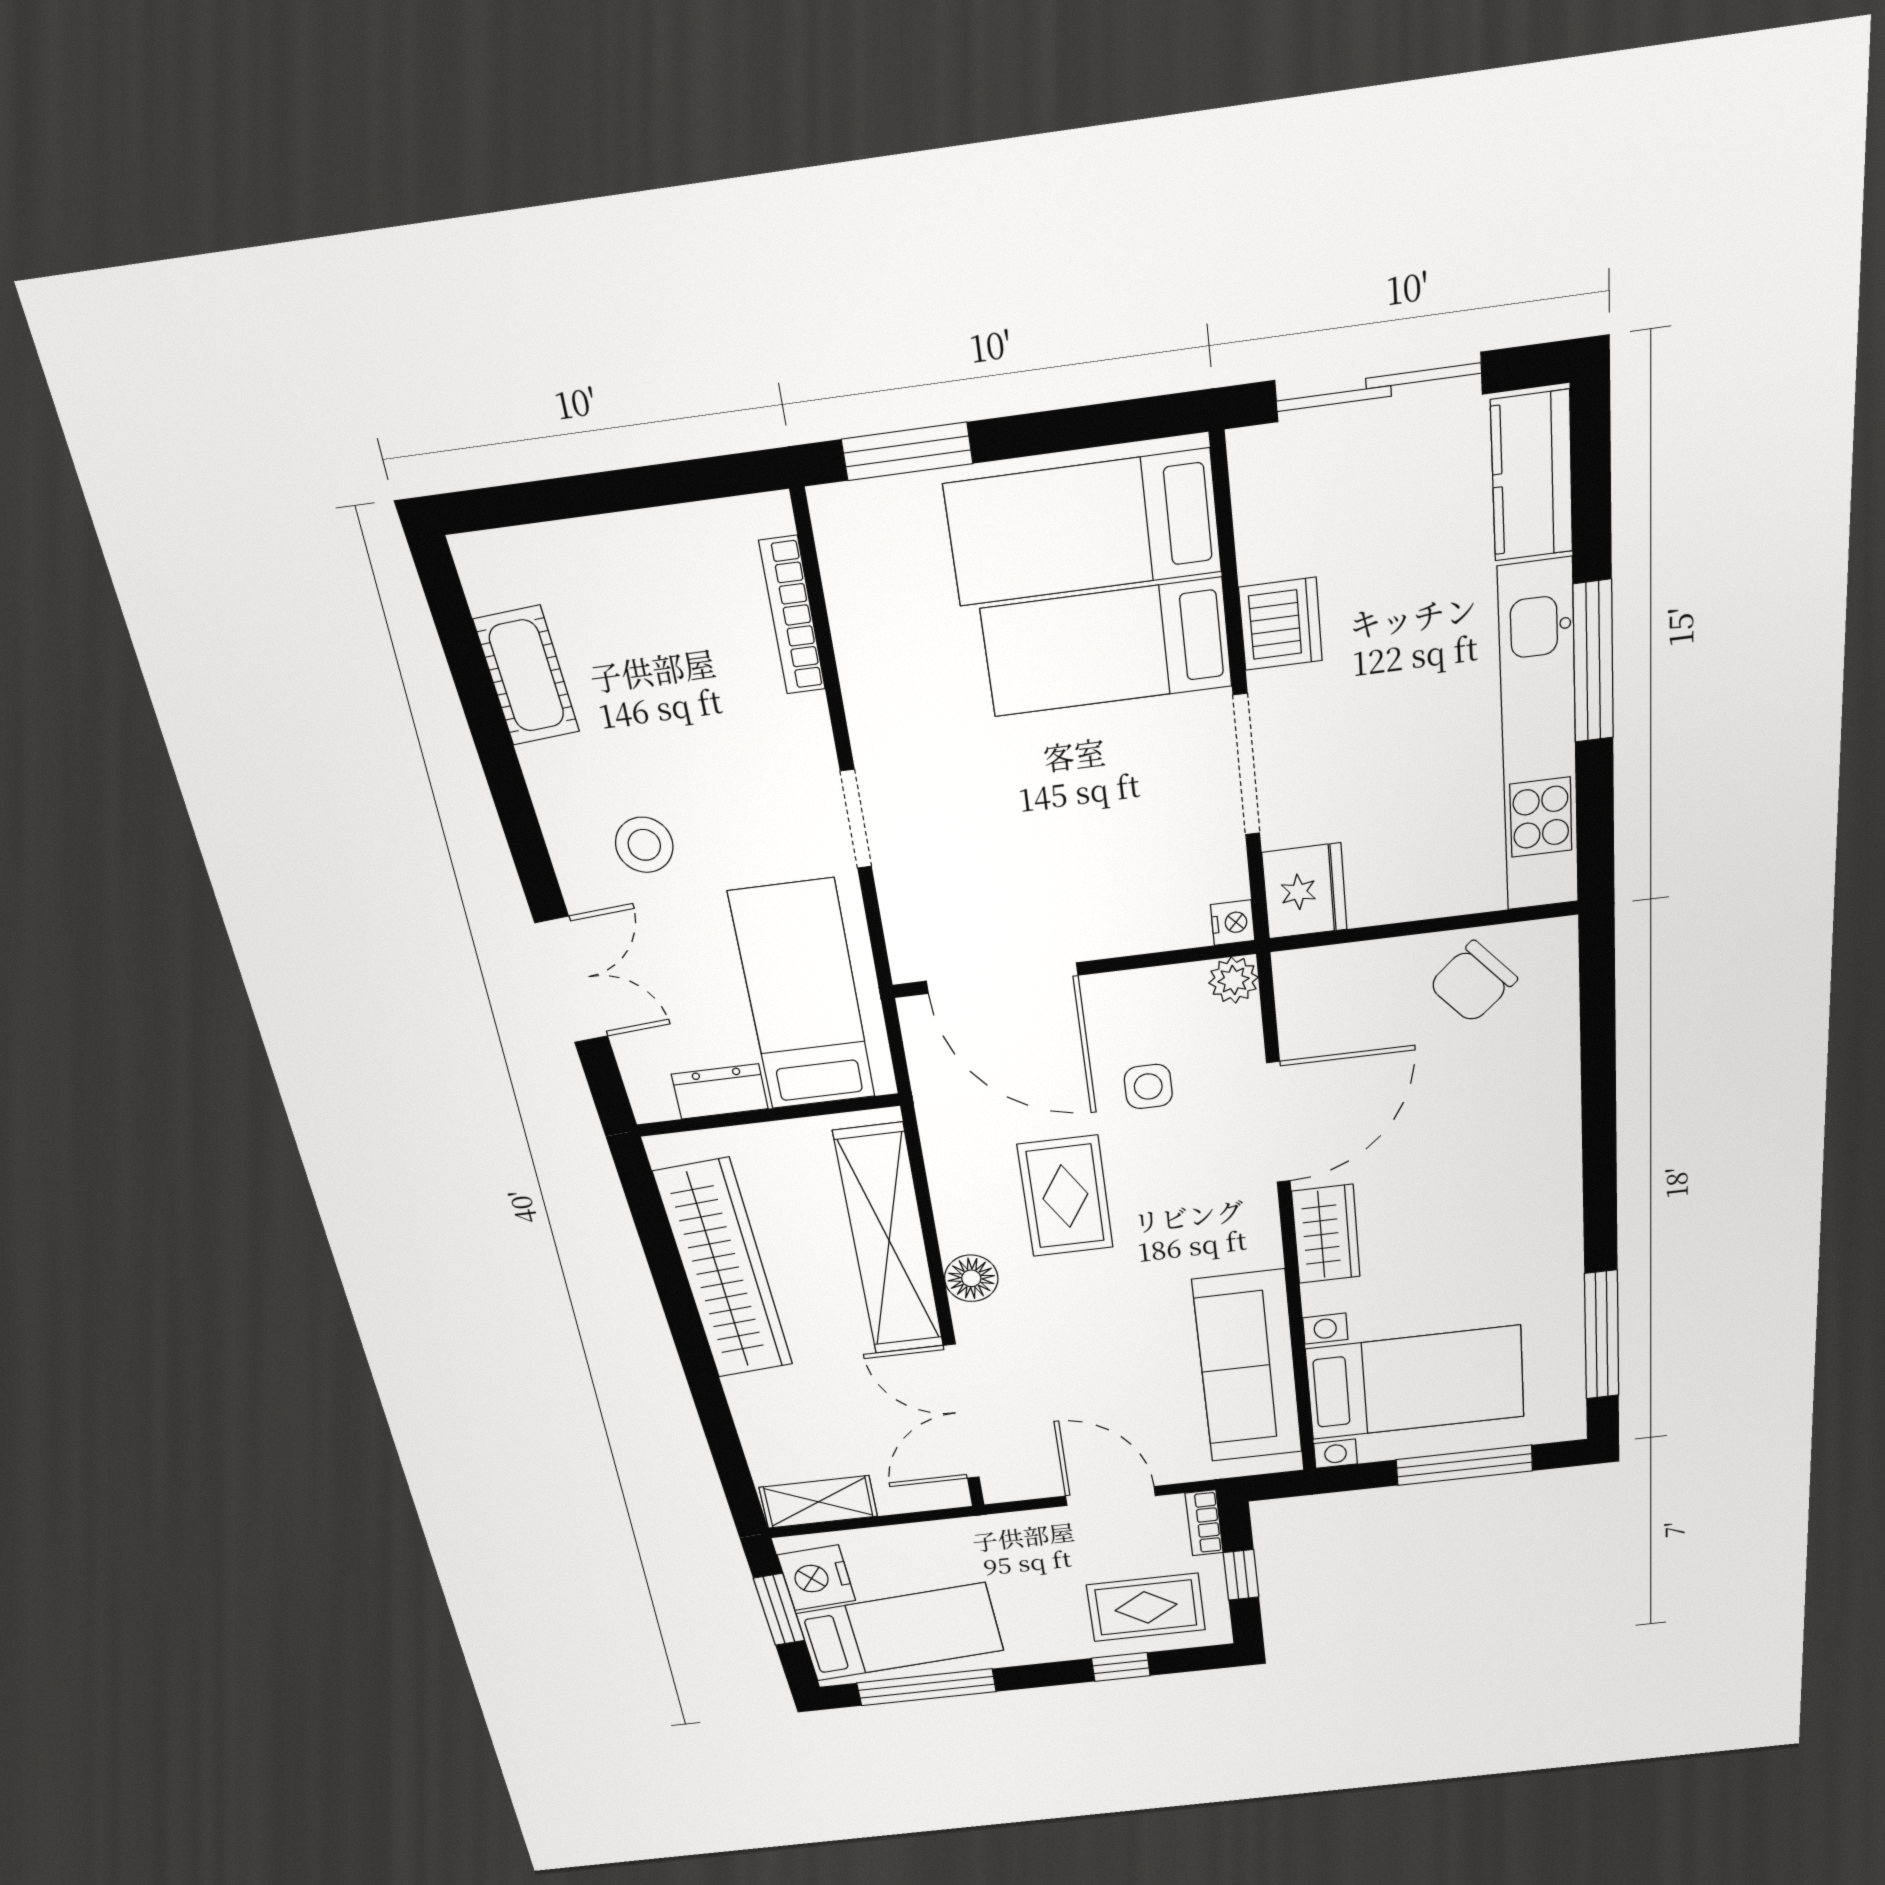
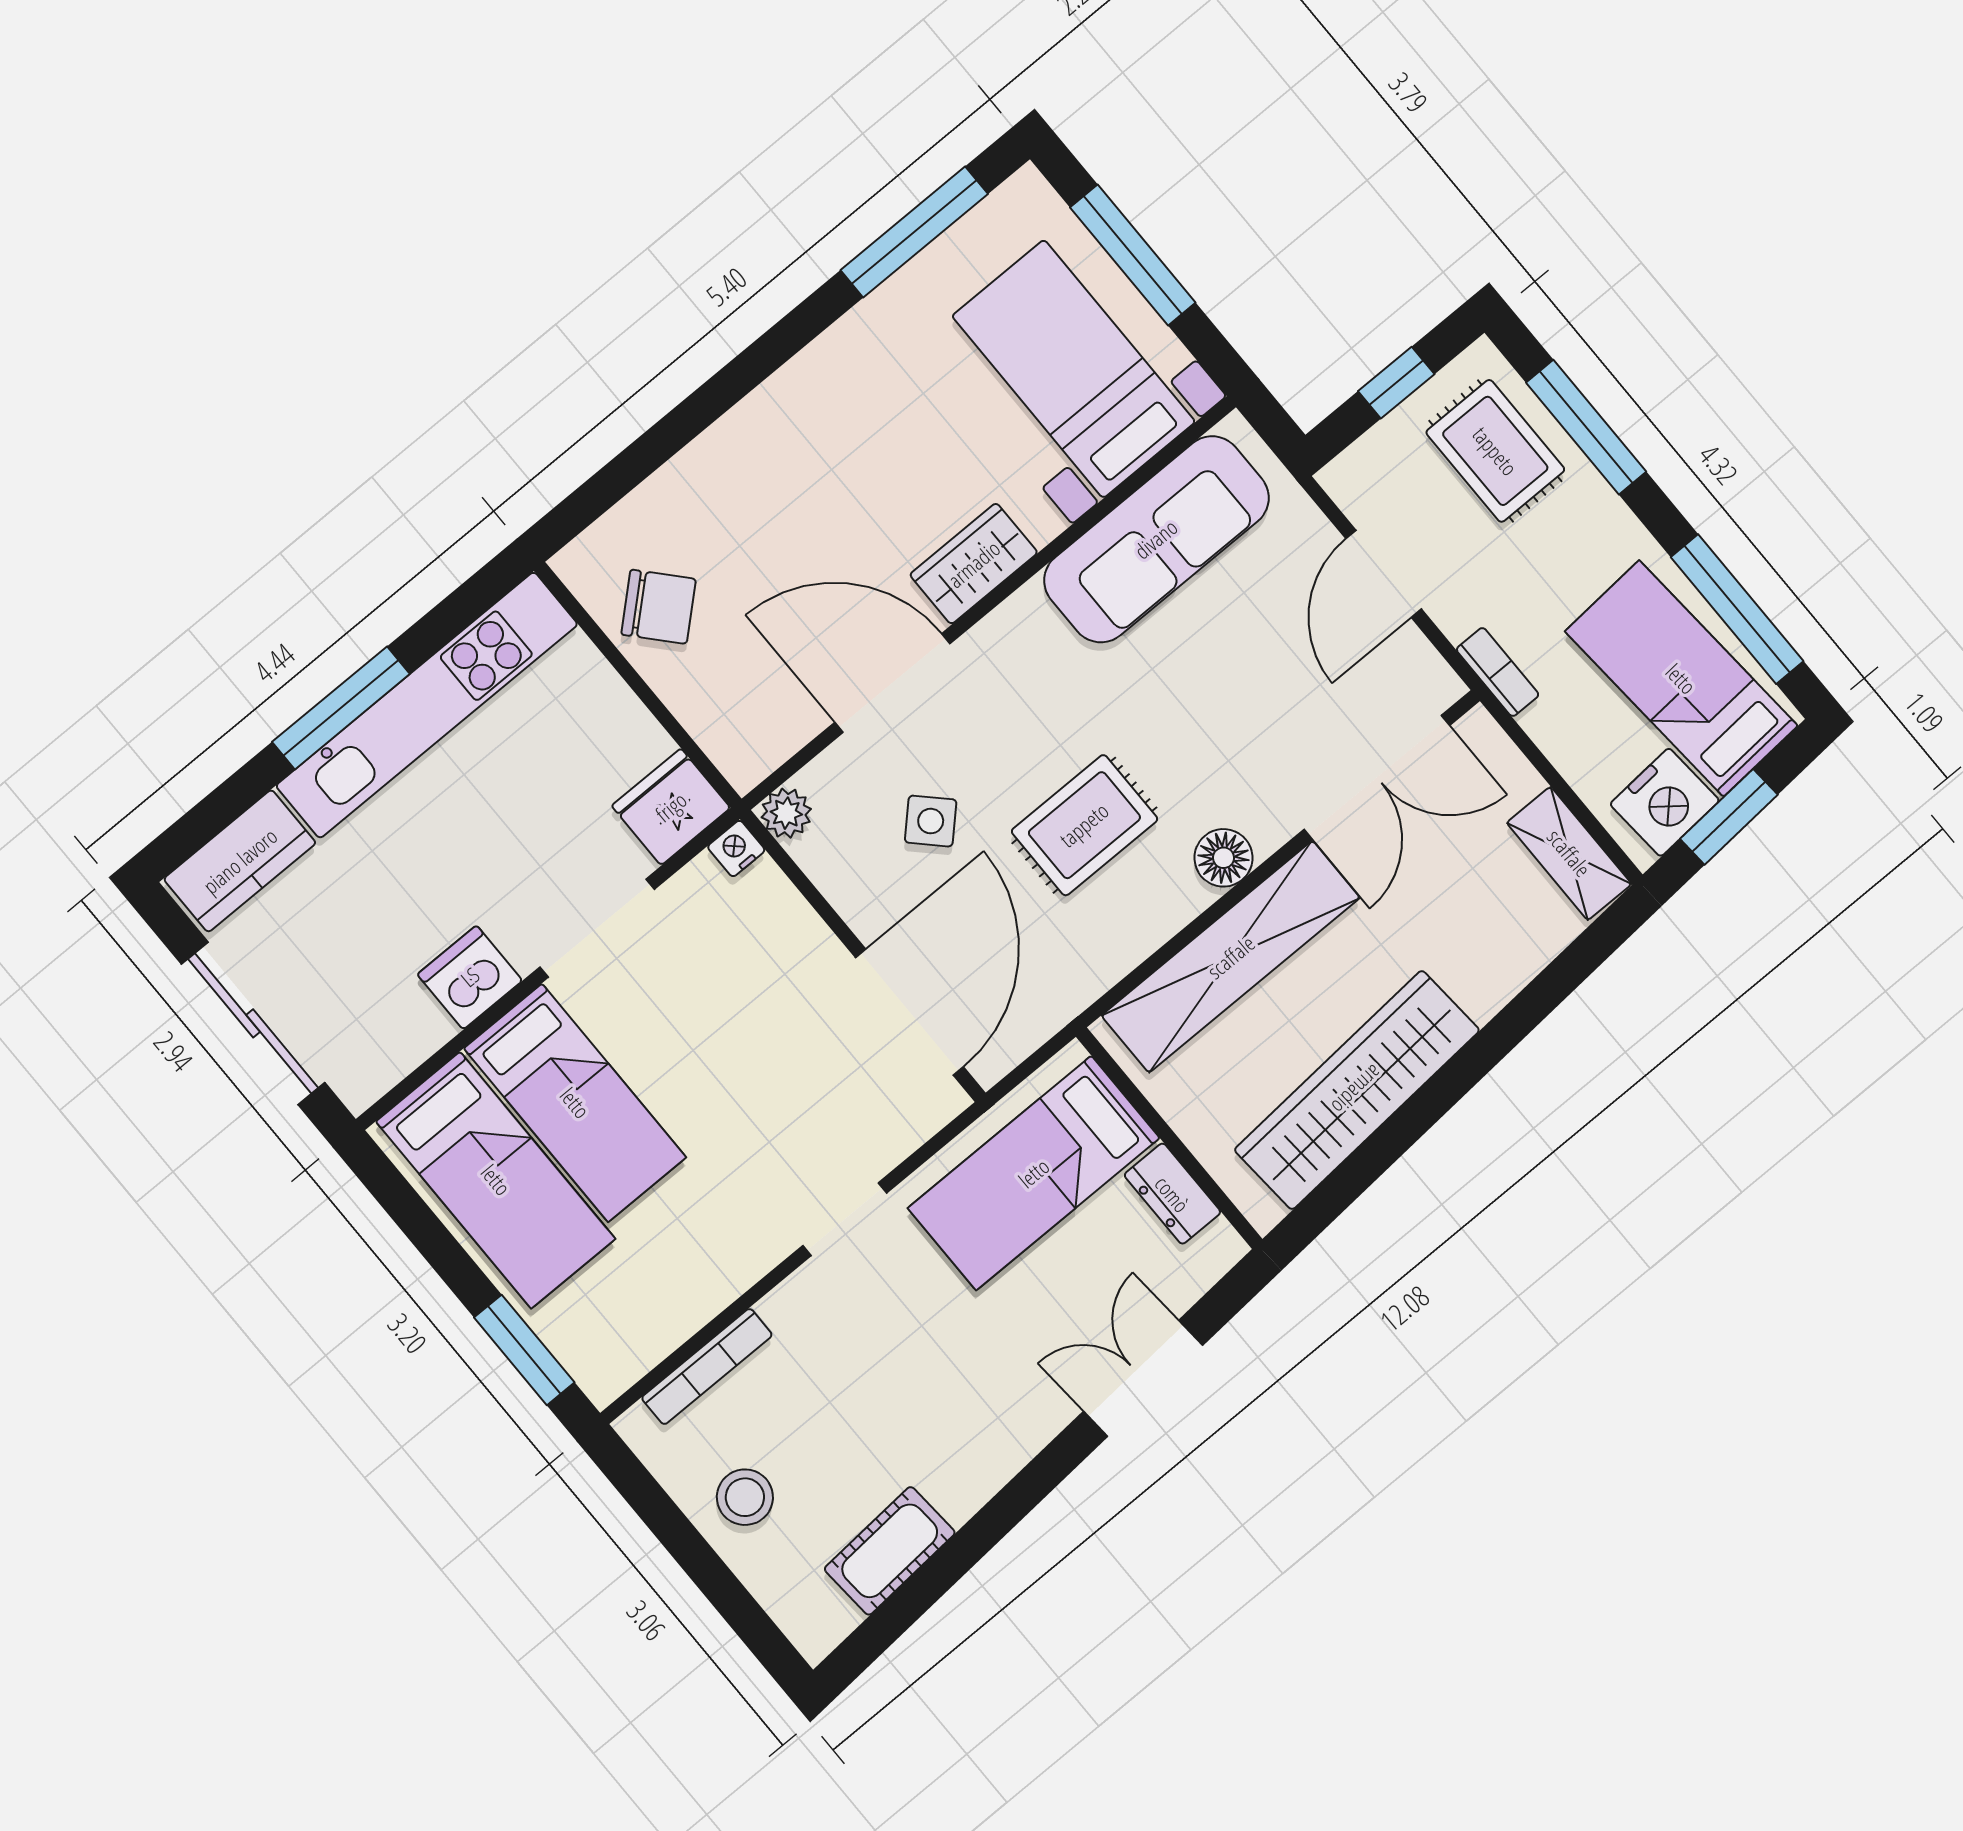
stool: (644, 845) -> (745, 1497), moved
side table: (1148, 1086) -> (931, 821), turned 45
bookcase: (1204, 1523) -> (1498, 672), moved, turned -90
window: (1121, 1667) -> (1586, 427), width x2.17

